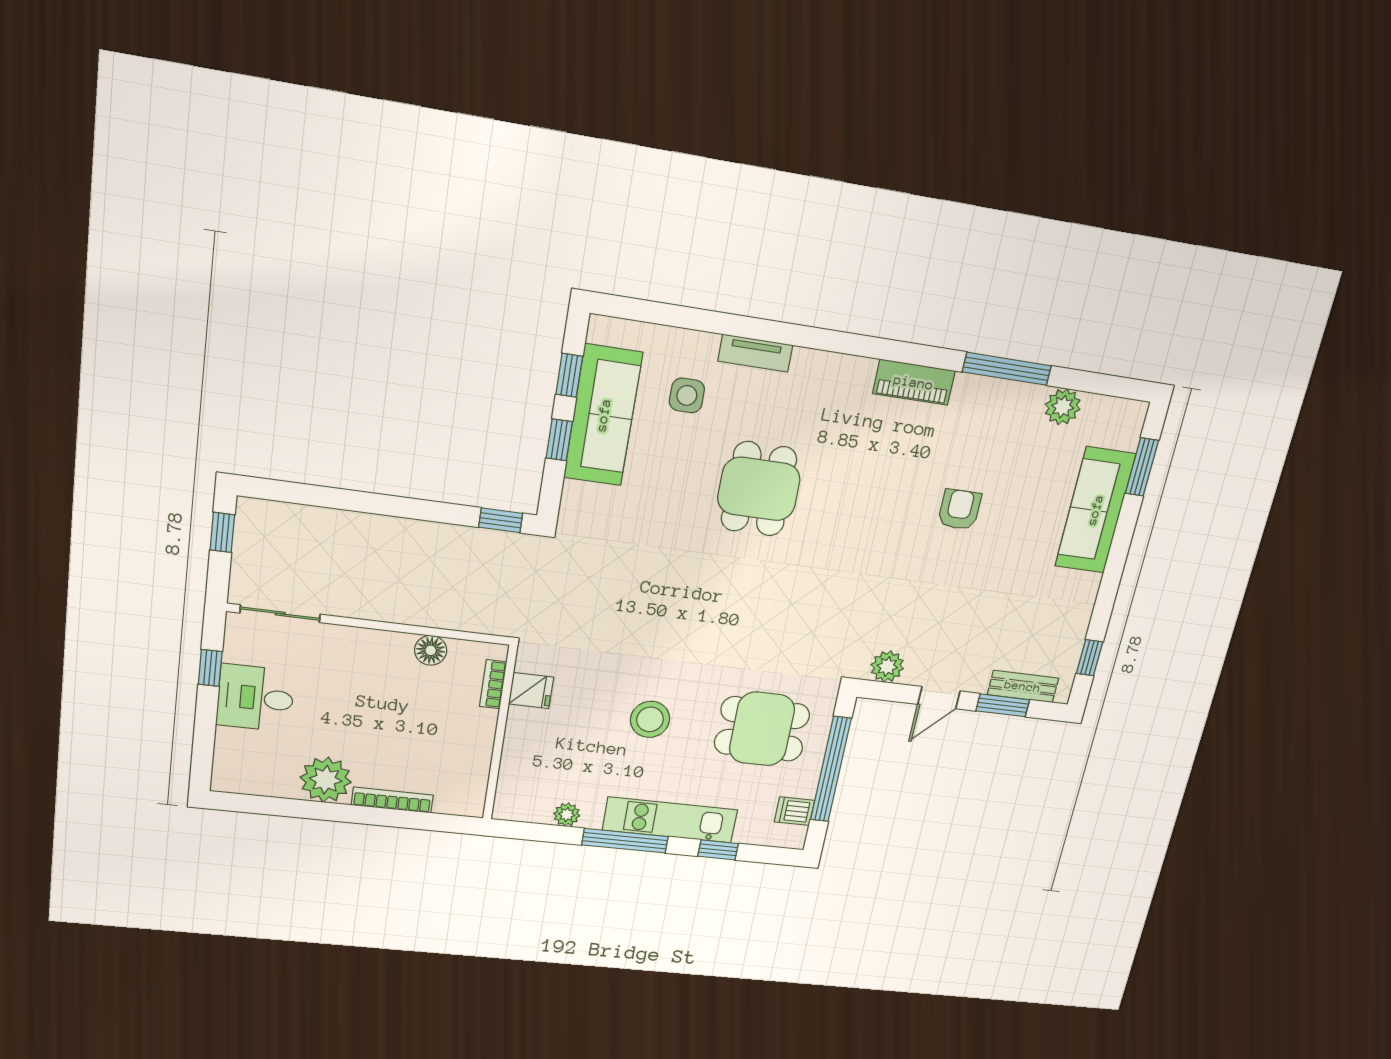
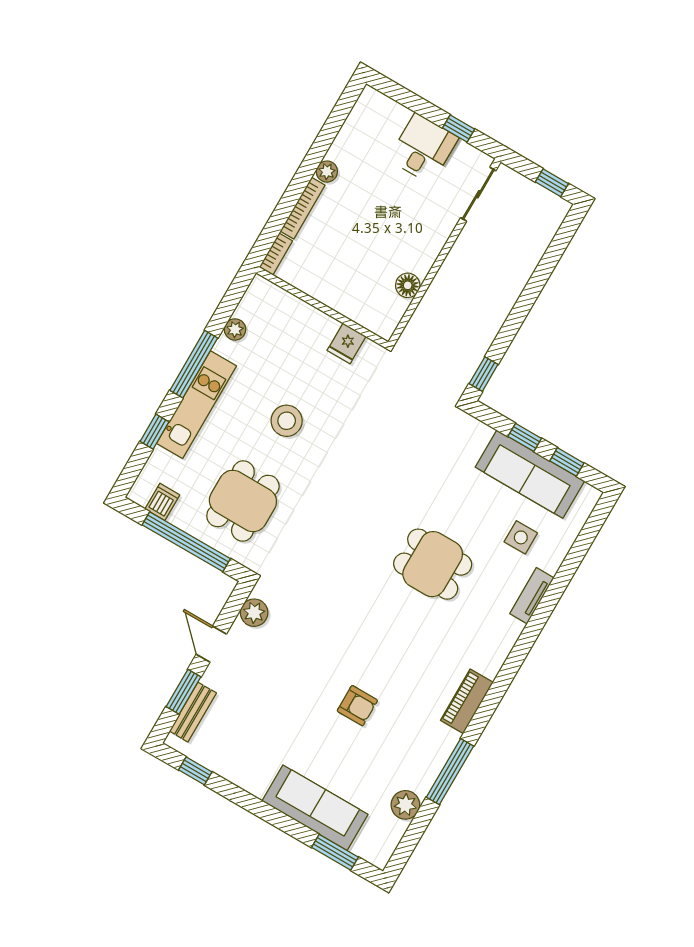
bookcase: (493, 684) -> (276, 254), moved, turned 90
plant: (326, 780) -> (327, 172), width x0.53, depth x0.53

